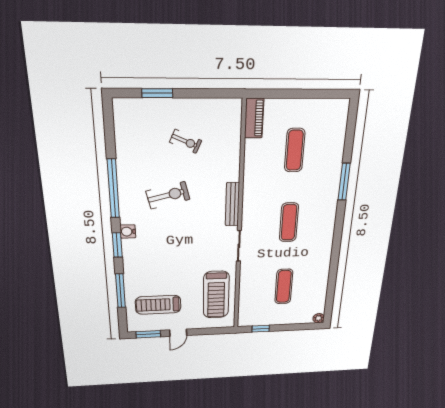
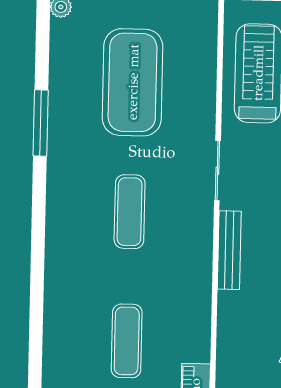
window: (344, 182) -> (41, 123), moved
exercise mat: (284, 286) -> (133, 82), width x2.00, depth x1.45

